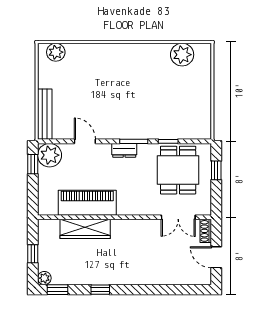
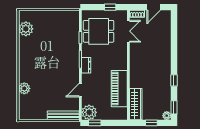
plant: (56, 52) -> (24, 88), moved
window: (216, 170) -> (110, 7), moved
wardrobe: (85, 229) -> (136, 104), moved

